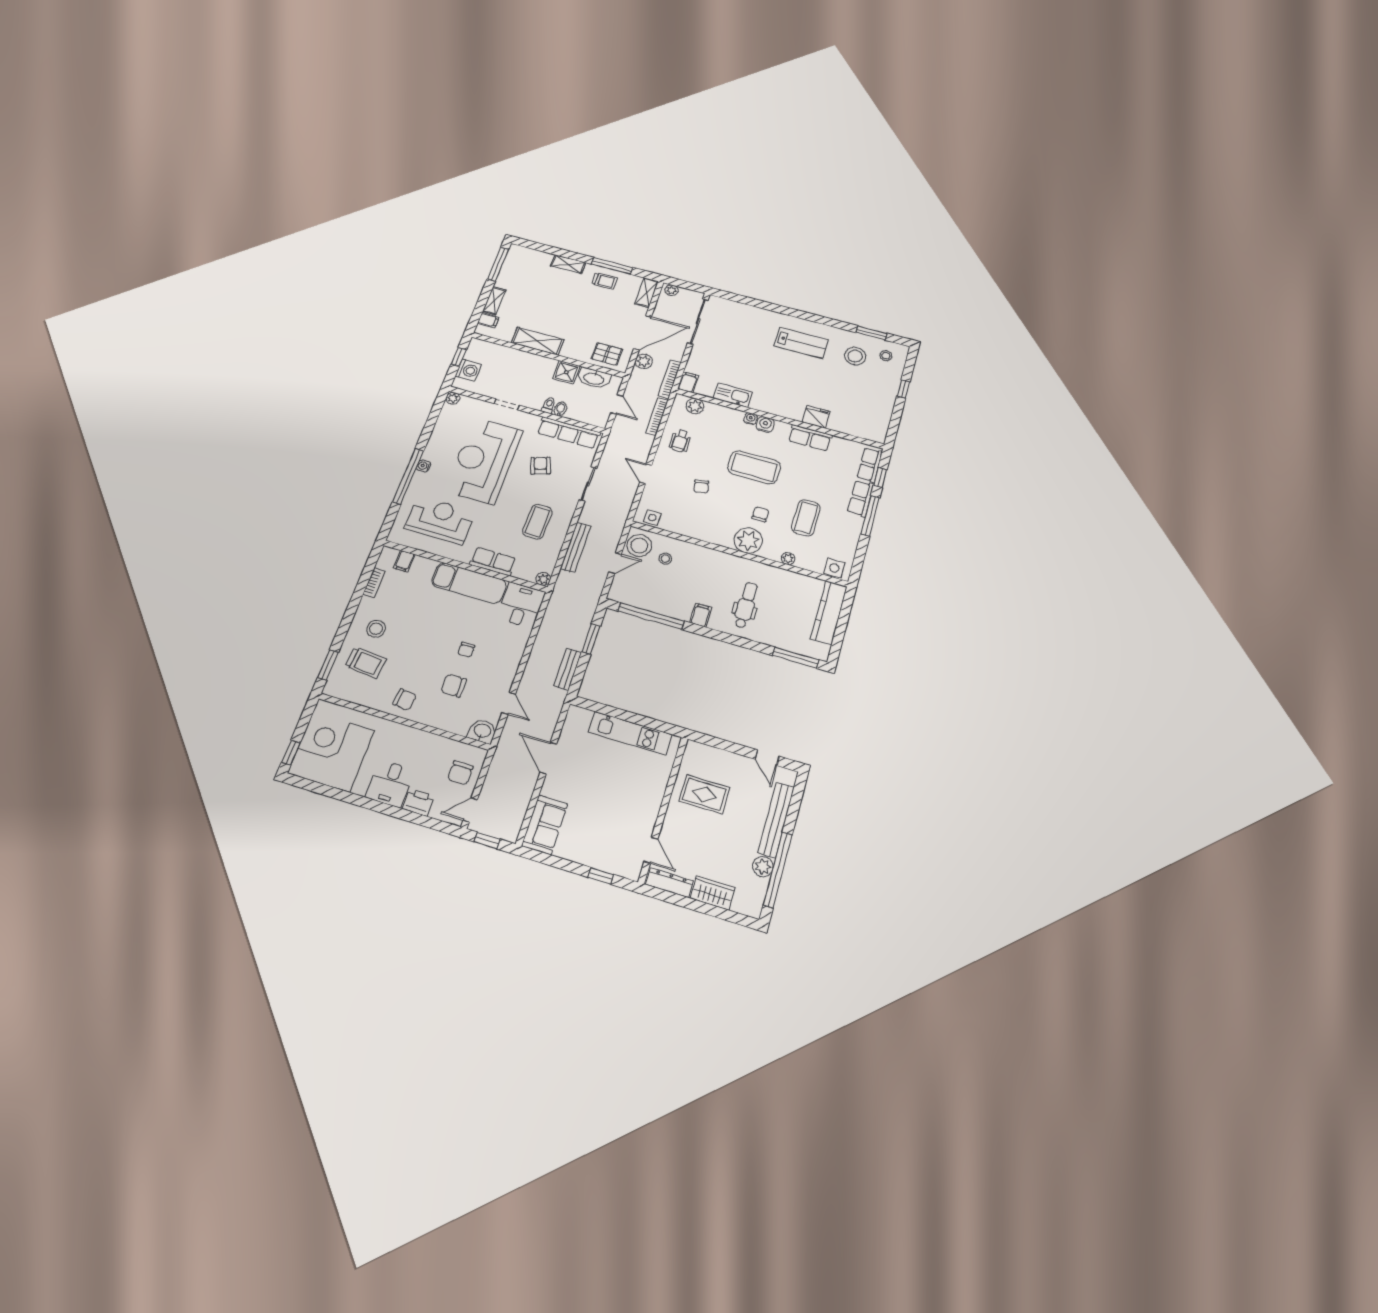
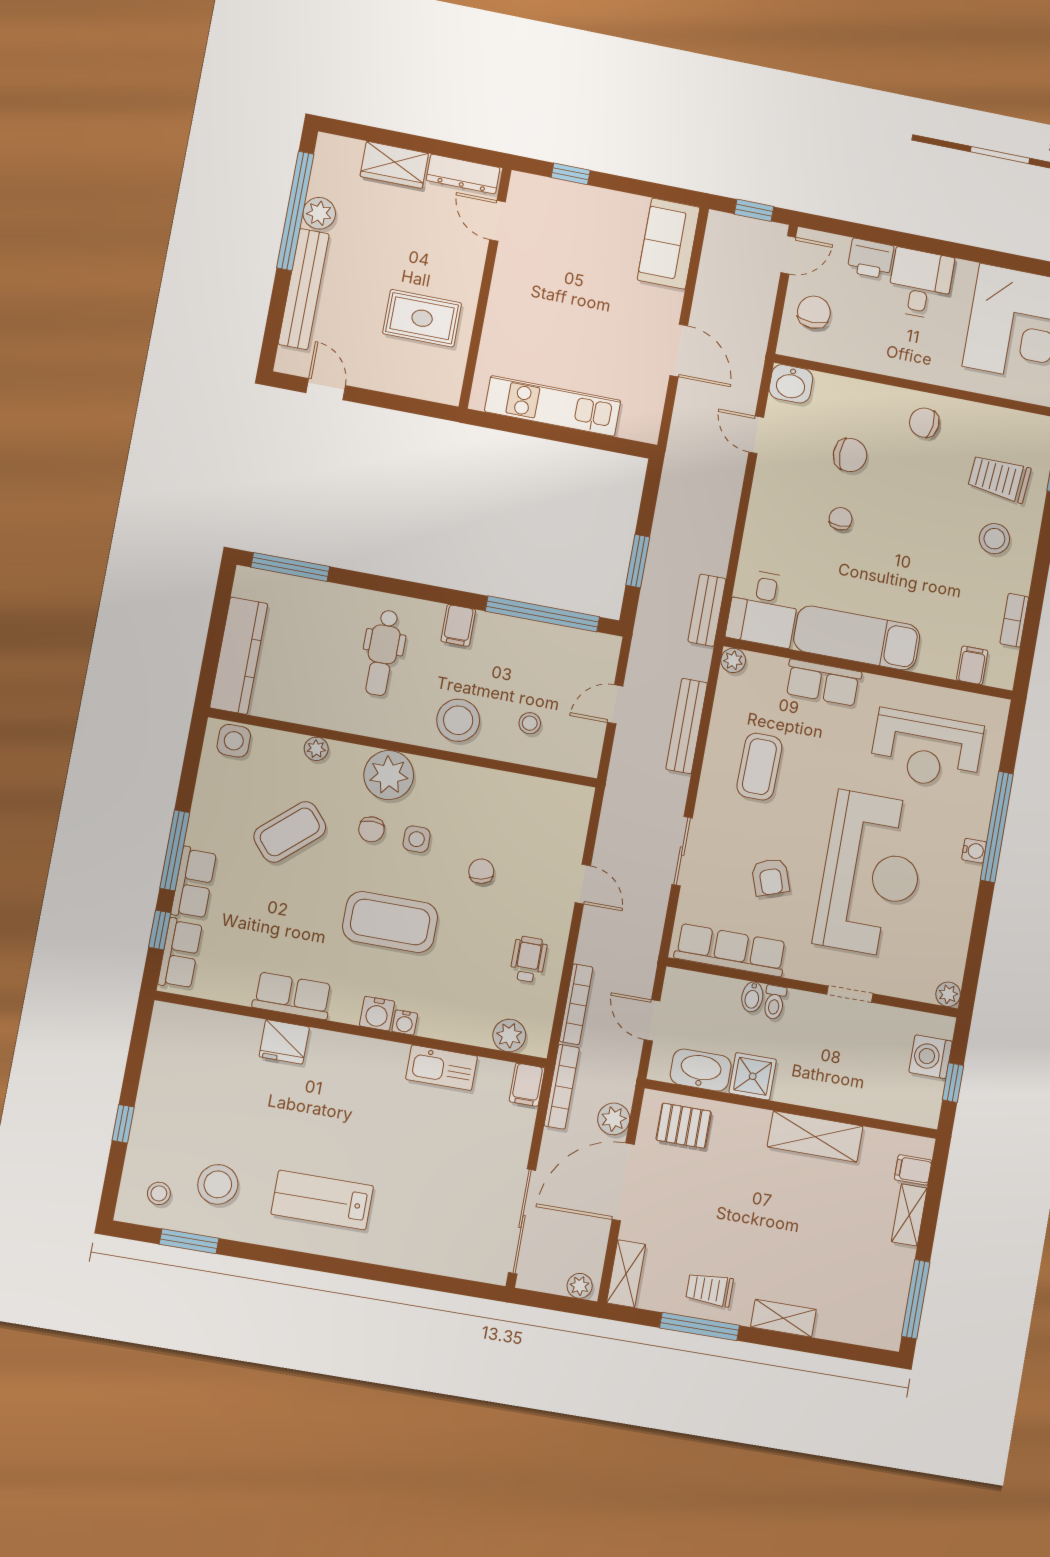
side table: (652, 518) -> (417, 839), moved
coffee table: (806, 518) -> (290, 832), turned 49
stool: (639, 546) -> (458, 720), moved
bench: (568, 669) -> (707, 610), moved

